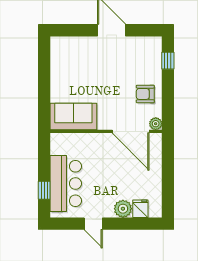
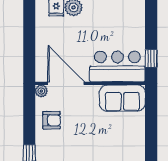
bar counter: (66, 184) -> (117, 66), moved, turned 90
window: (44, 190) -> (151, 58), moved

